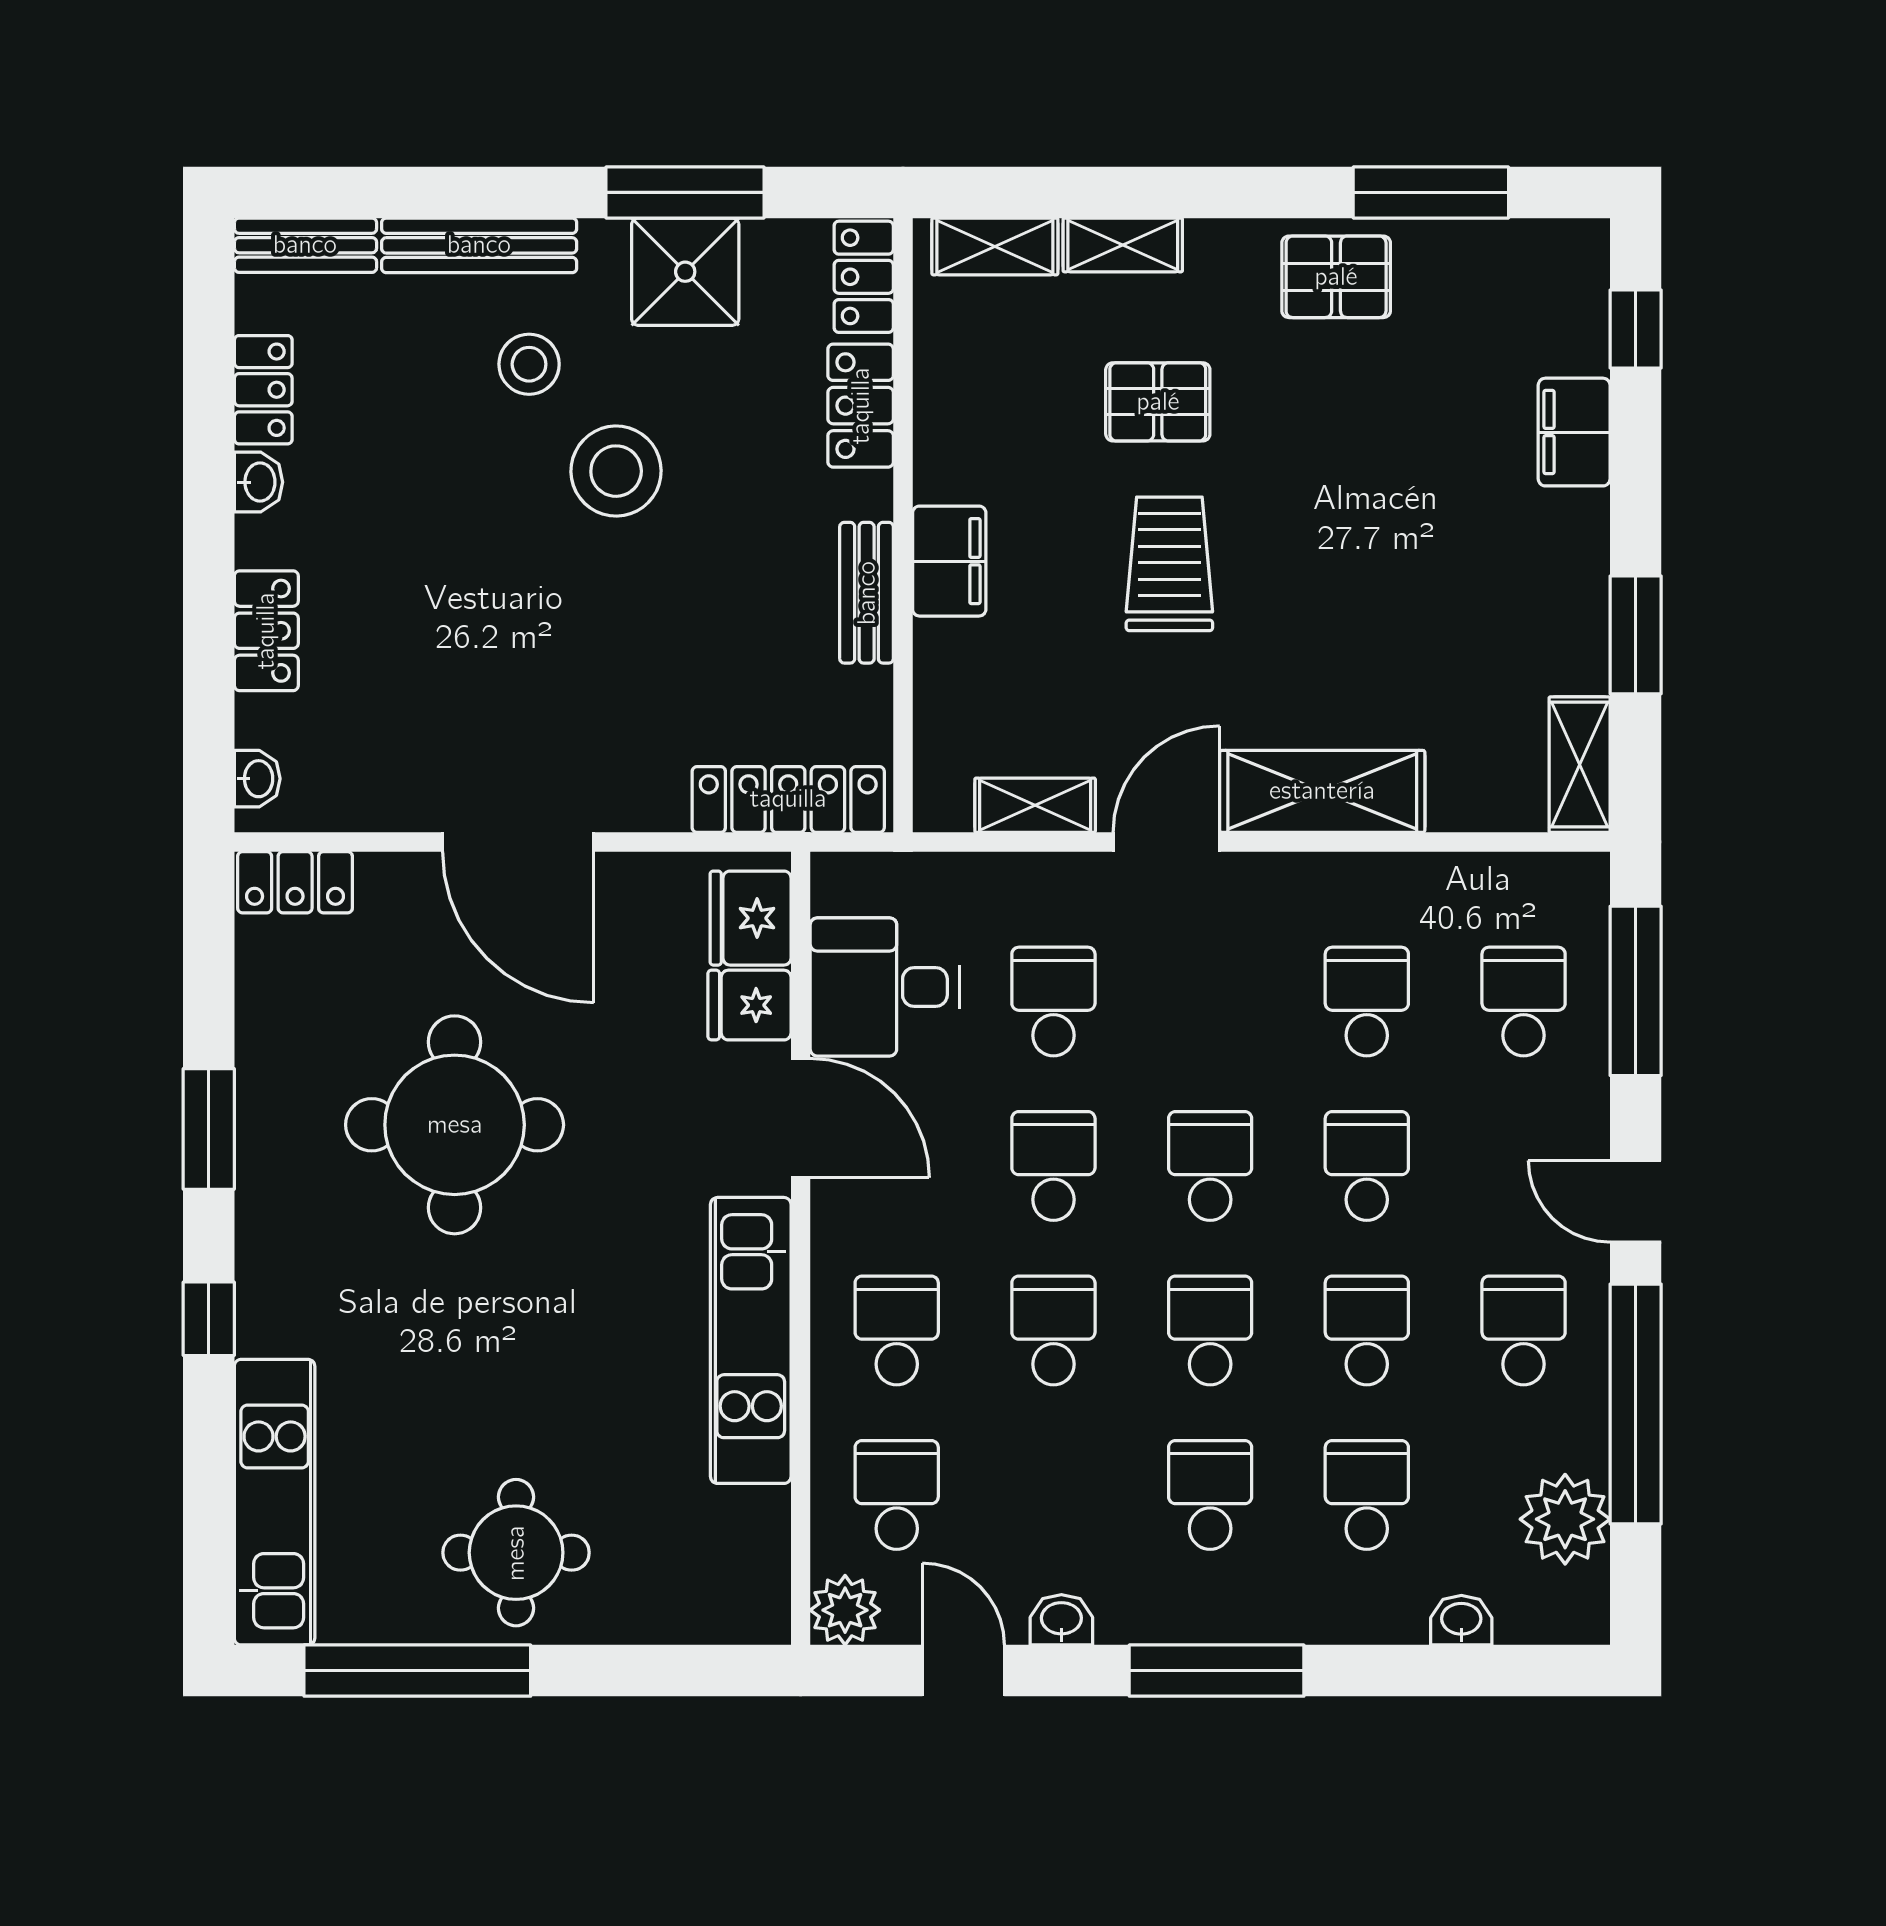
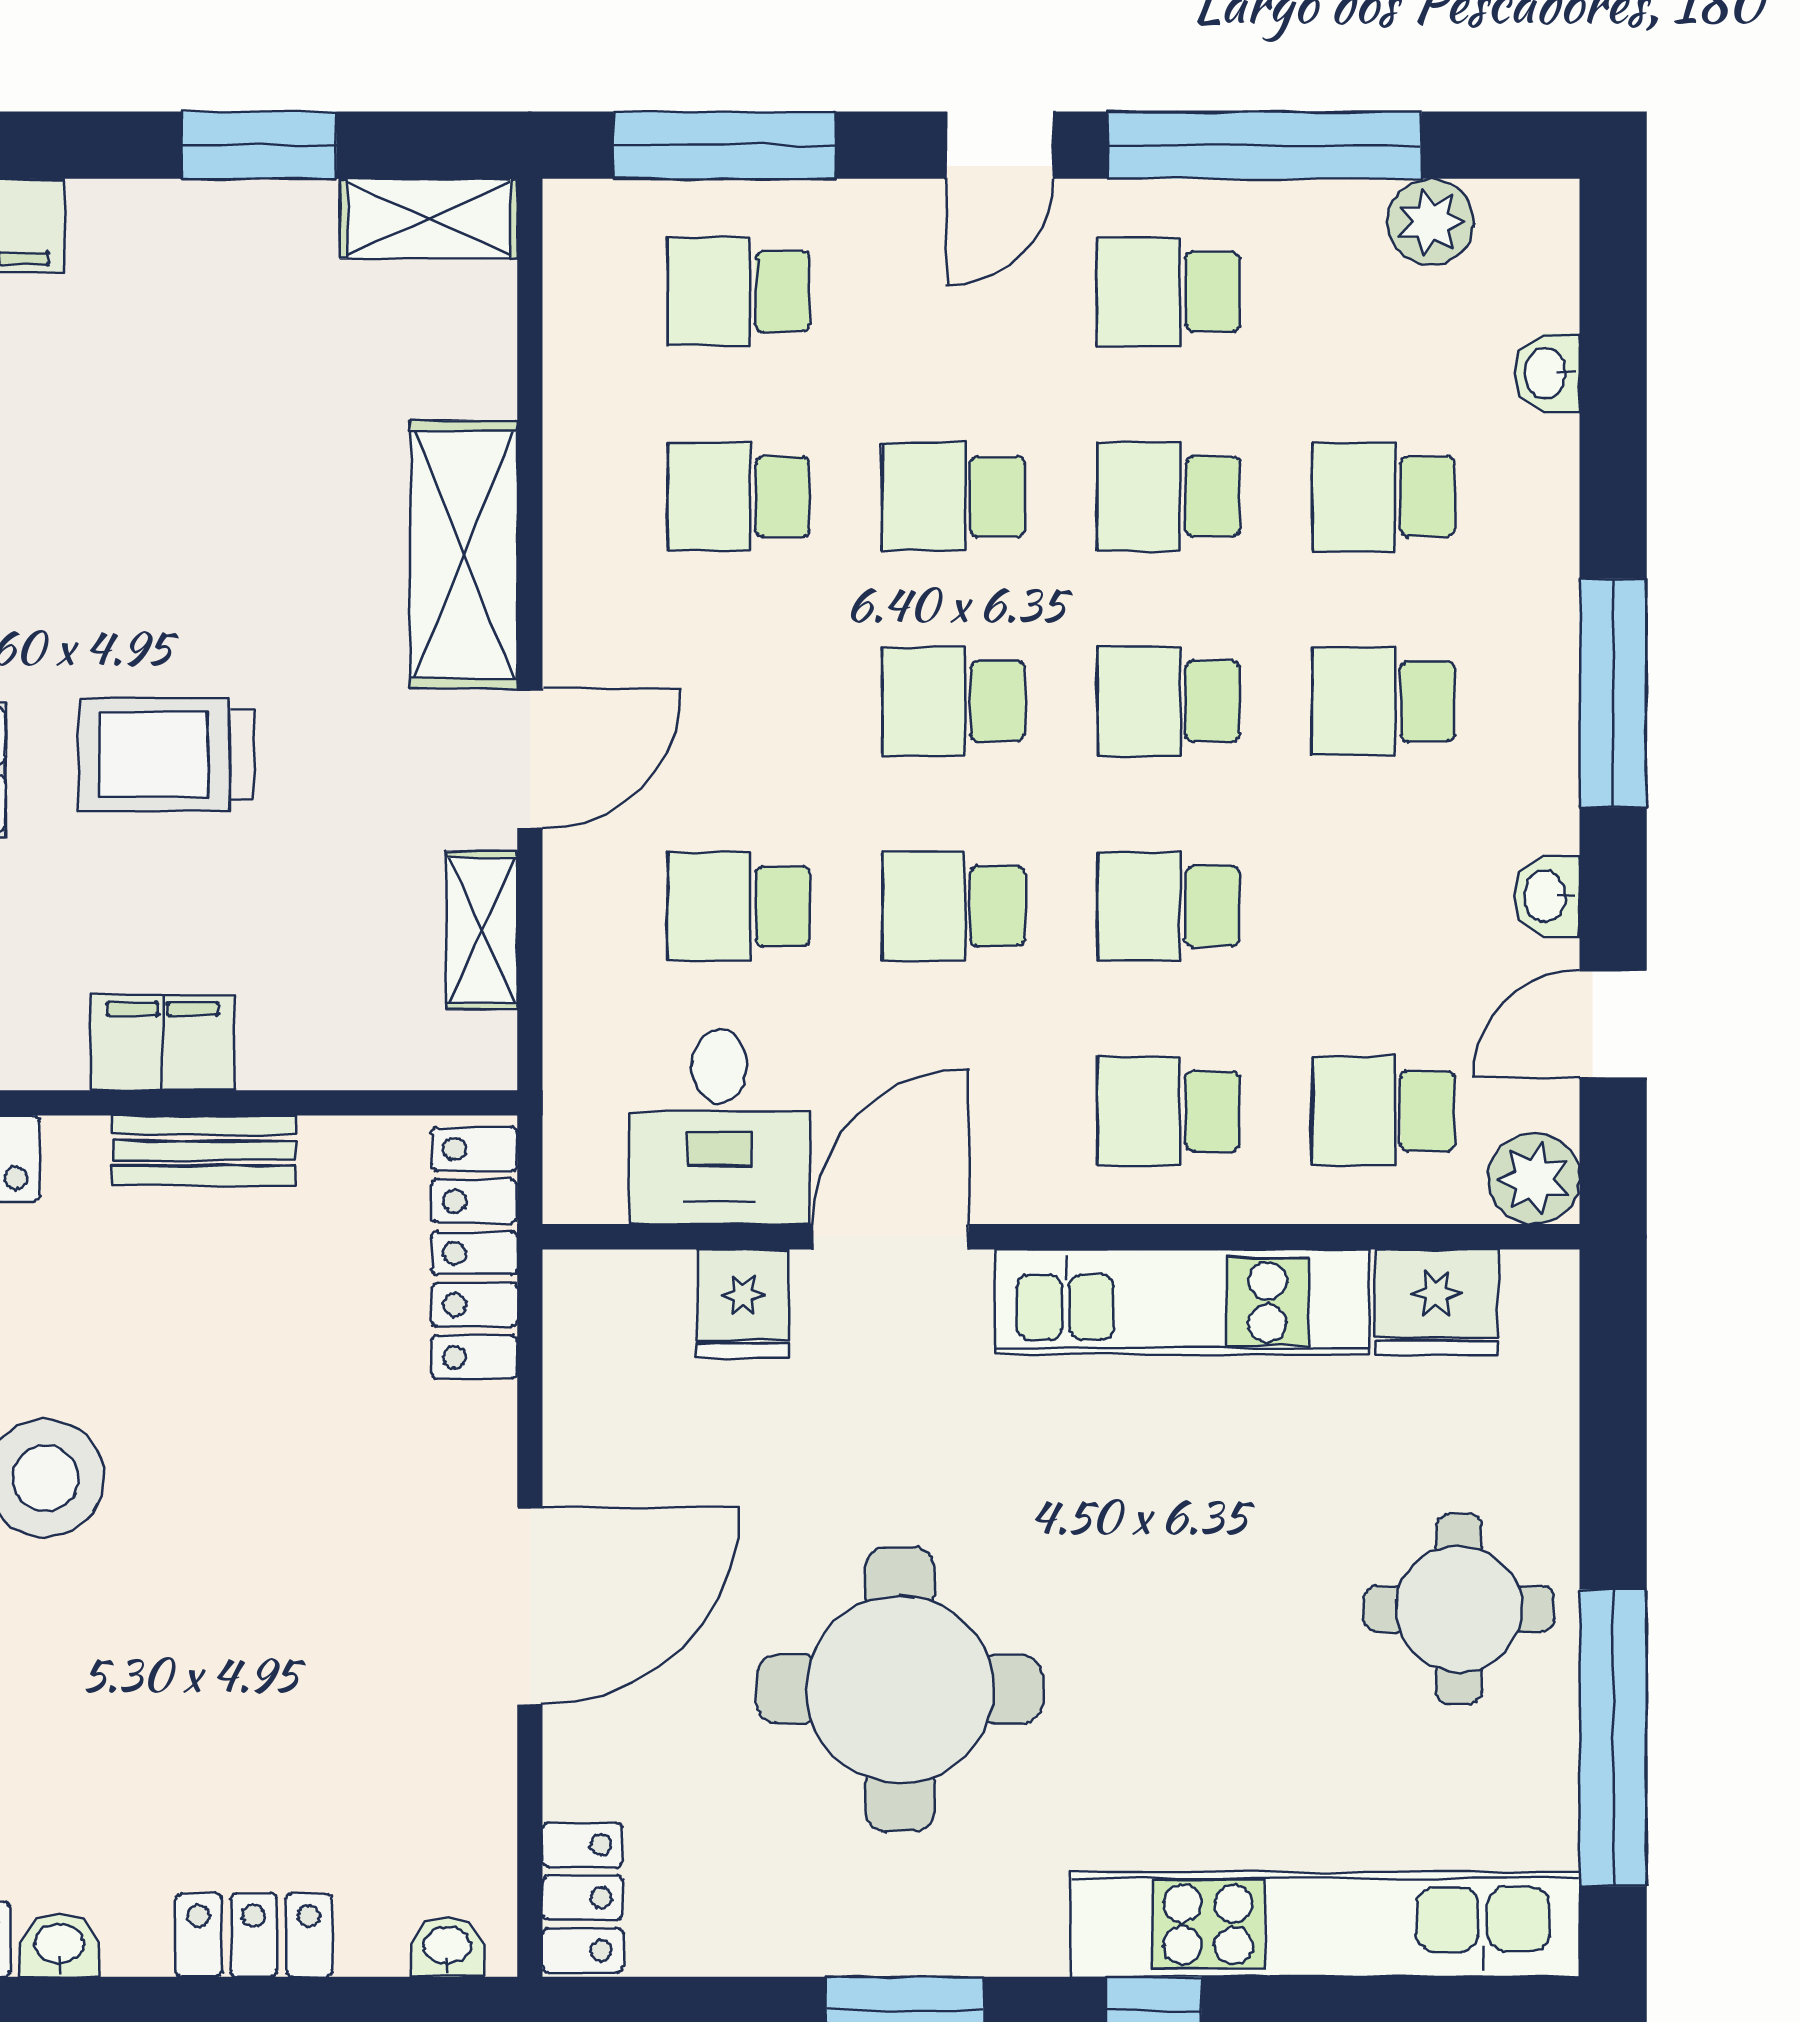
door: (1166, 842) -> (530, 759), swing flipped
fridge: (751, 918) -> (1437, 1302), moved
kitchen unit: (275, 1502) -> (1325, 1924), width x1.36
plant: (1565, 1519) -> (1431, 222), width x0.73, depth x0.73

